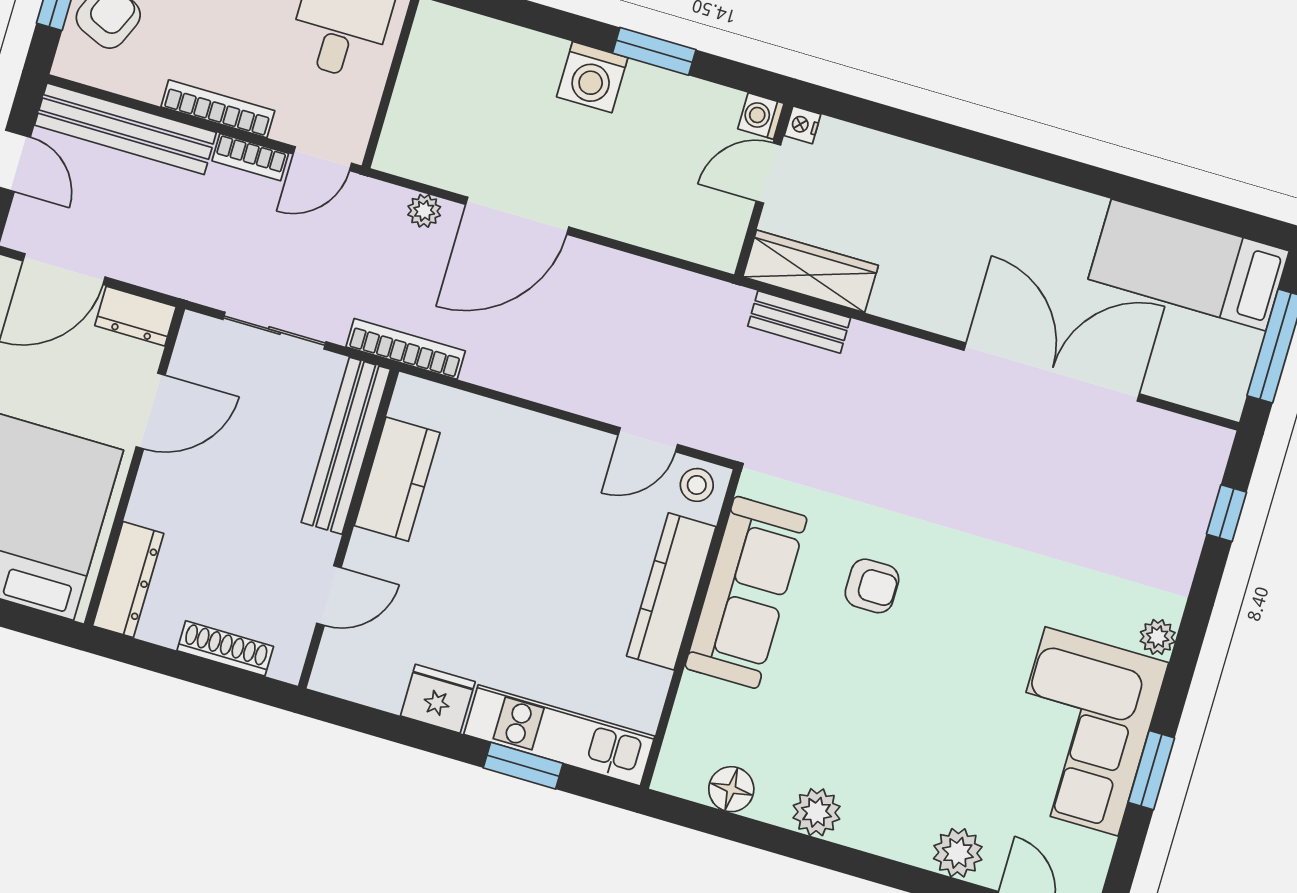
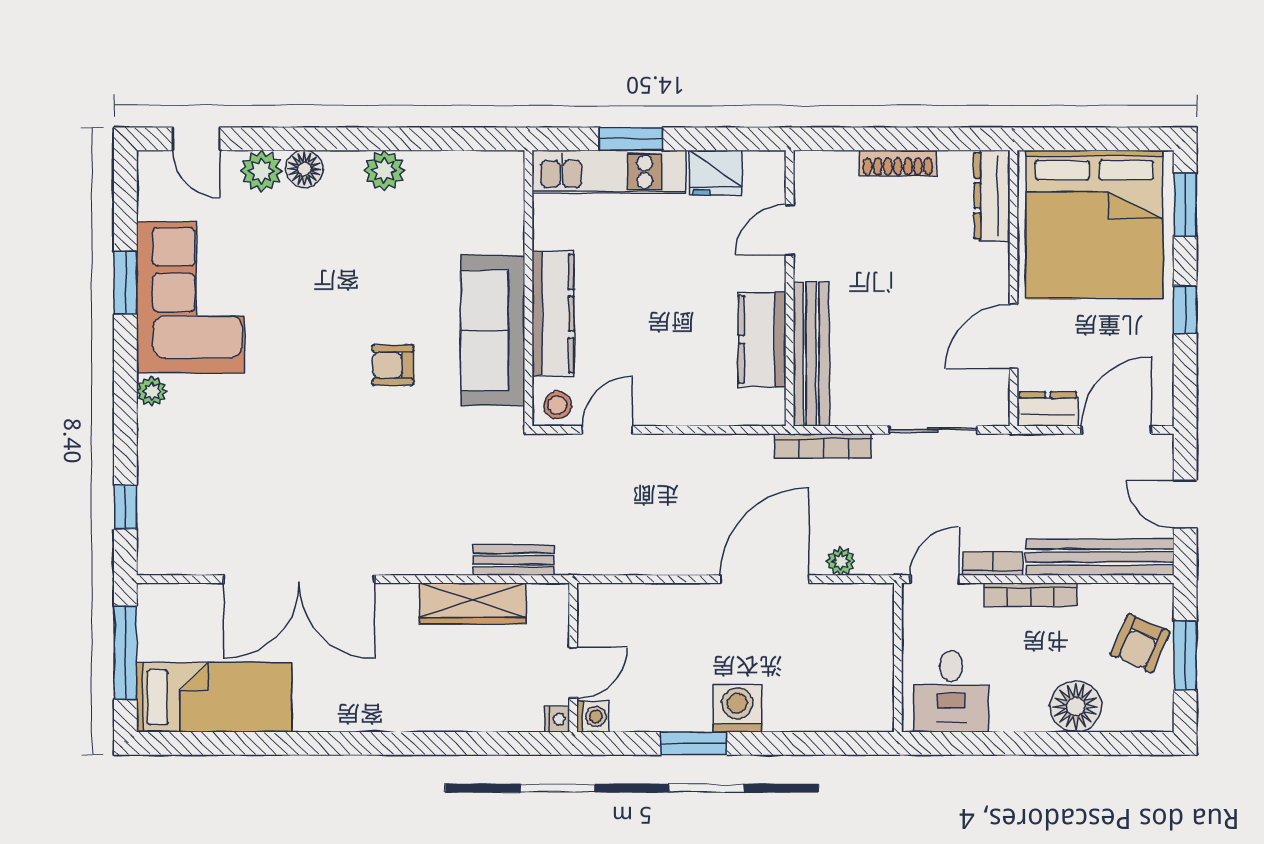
wardrobe: (811, 271) -> (473, 603), moved
bench: (346, 446) -> (811, 354), moved
kitchen counter: (397, 479) -> (762, 339), moved
wall: (348, 529) -> (790, 288), moved
door: (329, 596) -> (790, 230), moved
floor lamp: (731, 789) -> (304, 169), moved

